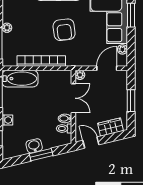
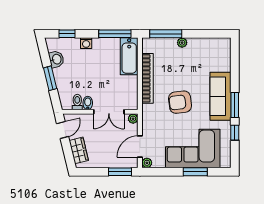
plant: (122, 49) -> (147, 163), moved
door: (107, 68) -> (140, 146), swing flipped
window: (131, 101) -> (120, 172), moved
washbasin: (34, 146) -> (56, 59), moved

